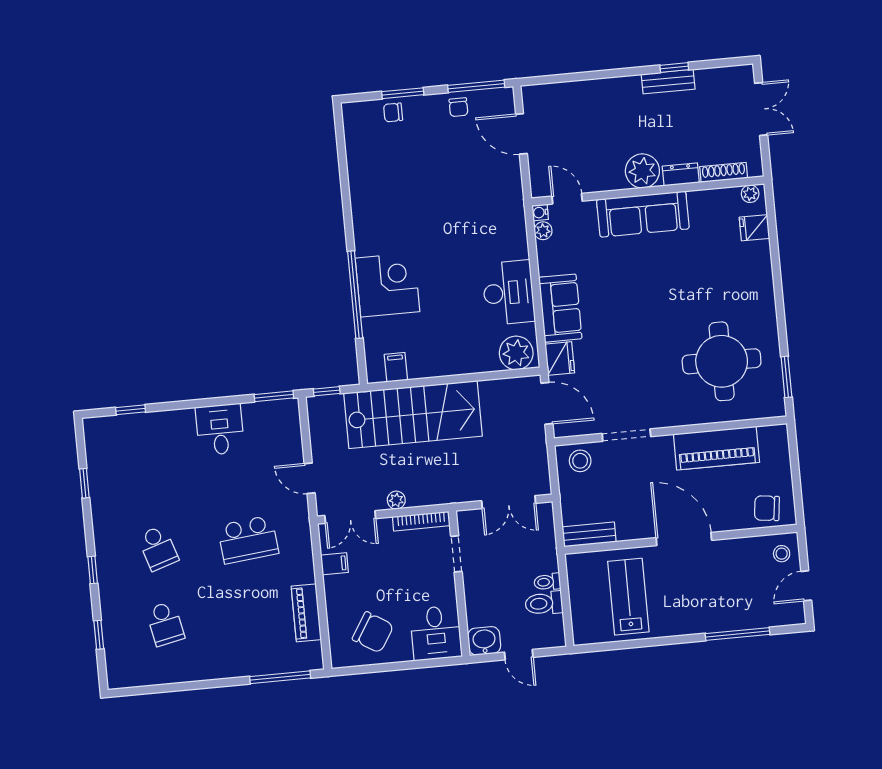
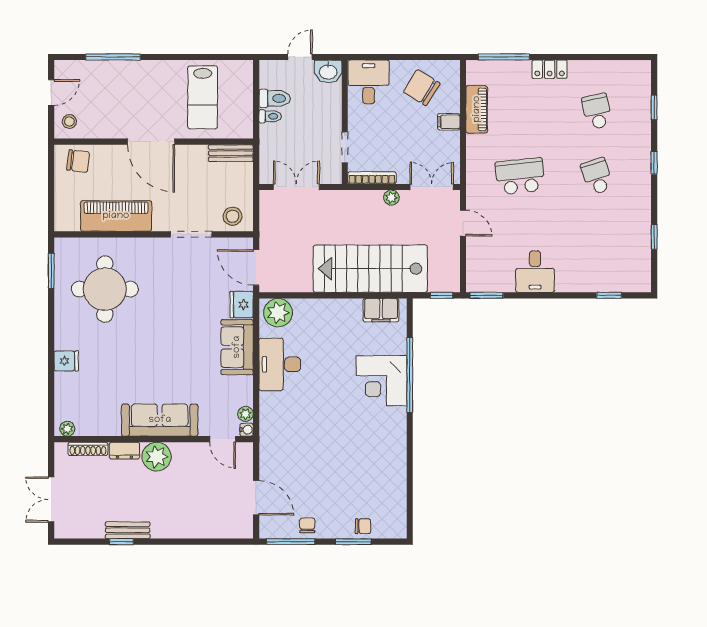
fridge: (755, 228) -> (66, 361), moved
filing cabinet: (396, 367) -> (381, 310), width x2.00
filing cabinet: (334, 564) -> (449, 122), moved
door: (519, 655) -> (300, 57), hinge flipped
locker: (225, 668) -> (550, 69), added

